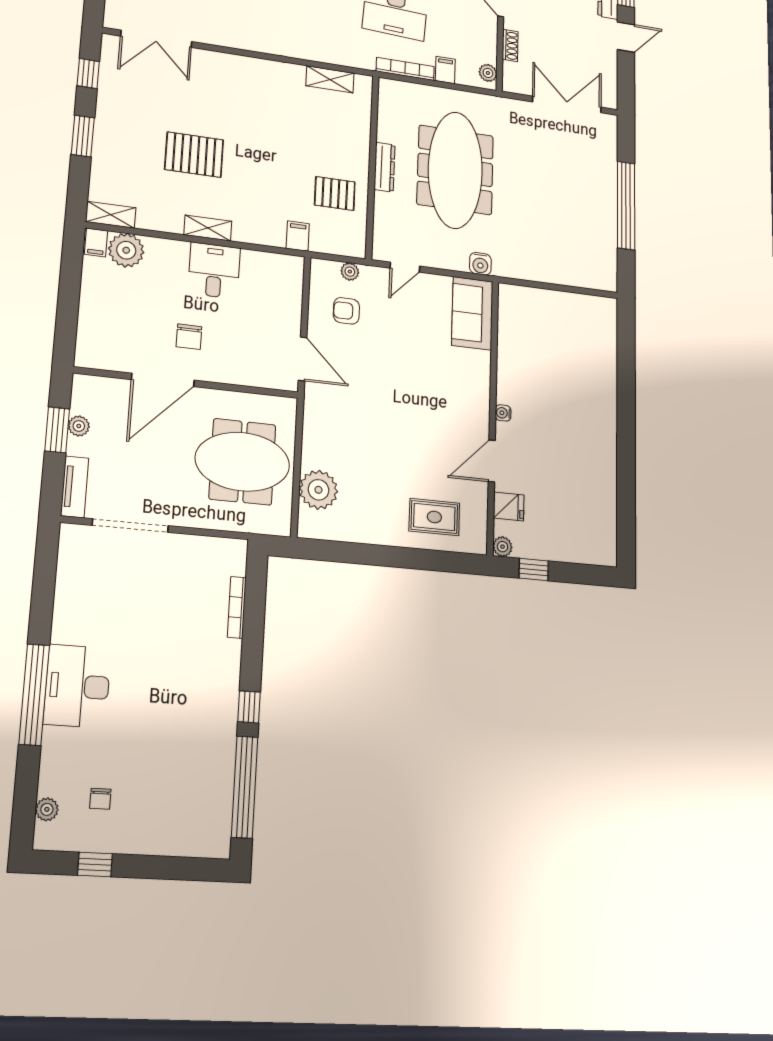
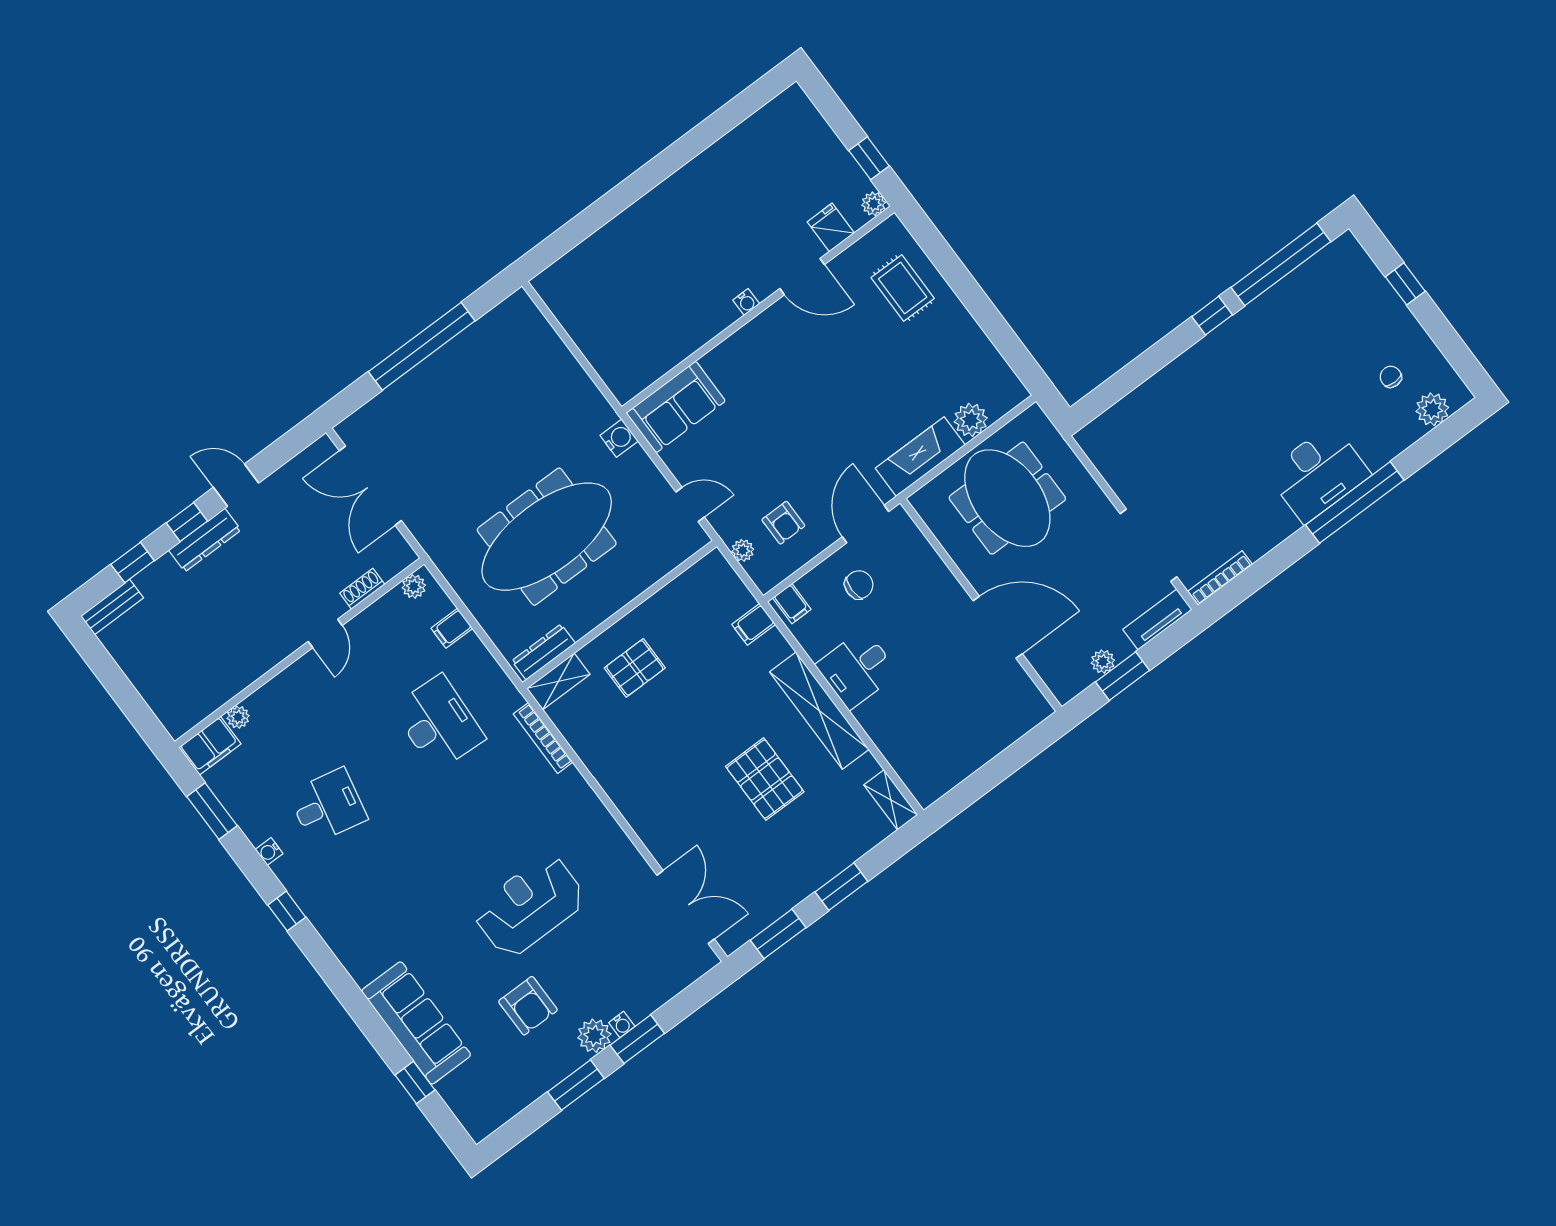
bookcase: (405, 69) -> (543, 738), moved
window: (88, 74) -> (778, 934), width x1.50
shelving: (330, 79) -> (558, 681), moved, turned 90
dresser: (385, 167) -> (544, 652), moved
pallet: (335, 193) -> (635, 668), moved, turned 90
shelving: (208, 228) -> (819, 711), width x2.20, depth x1.33
filing cabinet: (96, 242) -> (792, 604), moved, turned 90
plant: (126, 250) -> (911, 759), removed
chair: (189, 337) -> (859, 585), moved
fireplace: (317, 431) -> (920, 457), added
plant: (319, 490) -> (971, 420), width x0.73, depth x0.73
bookcase: (237, 607) -> (1220, 578), moved, turned 180
chair: (100, 799) -> (1391, 377), turned -90
plant: (47, 809) -> (1432, 409), width x1.38, depth x1.38
window: (95, 864) -> (1405, 284), moved

